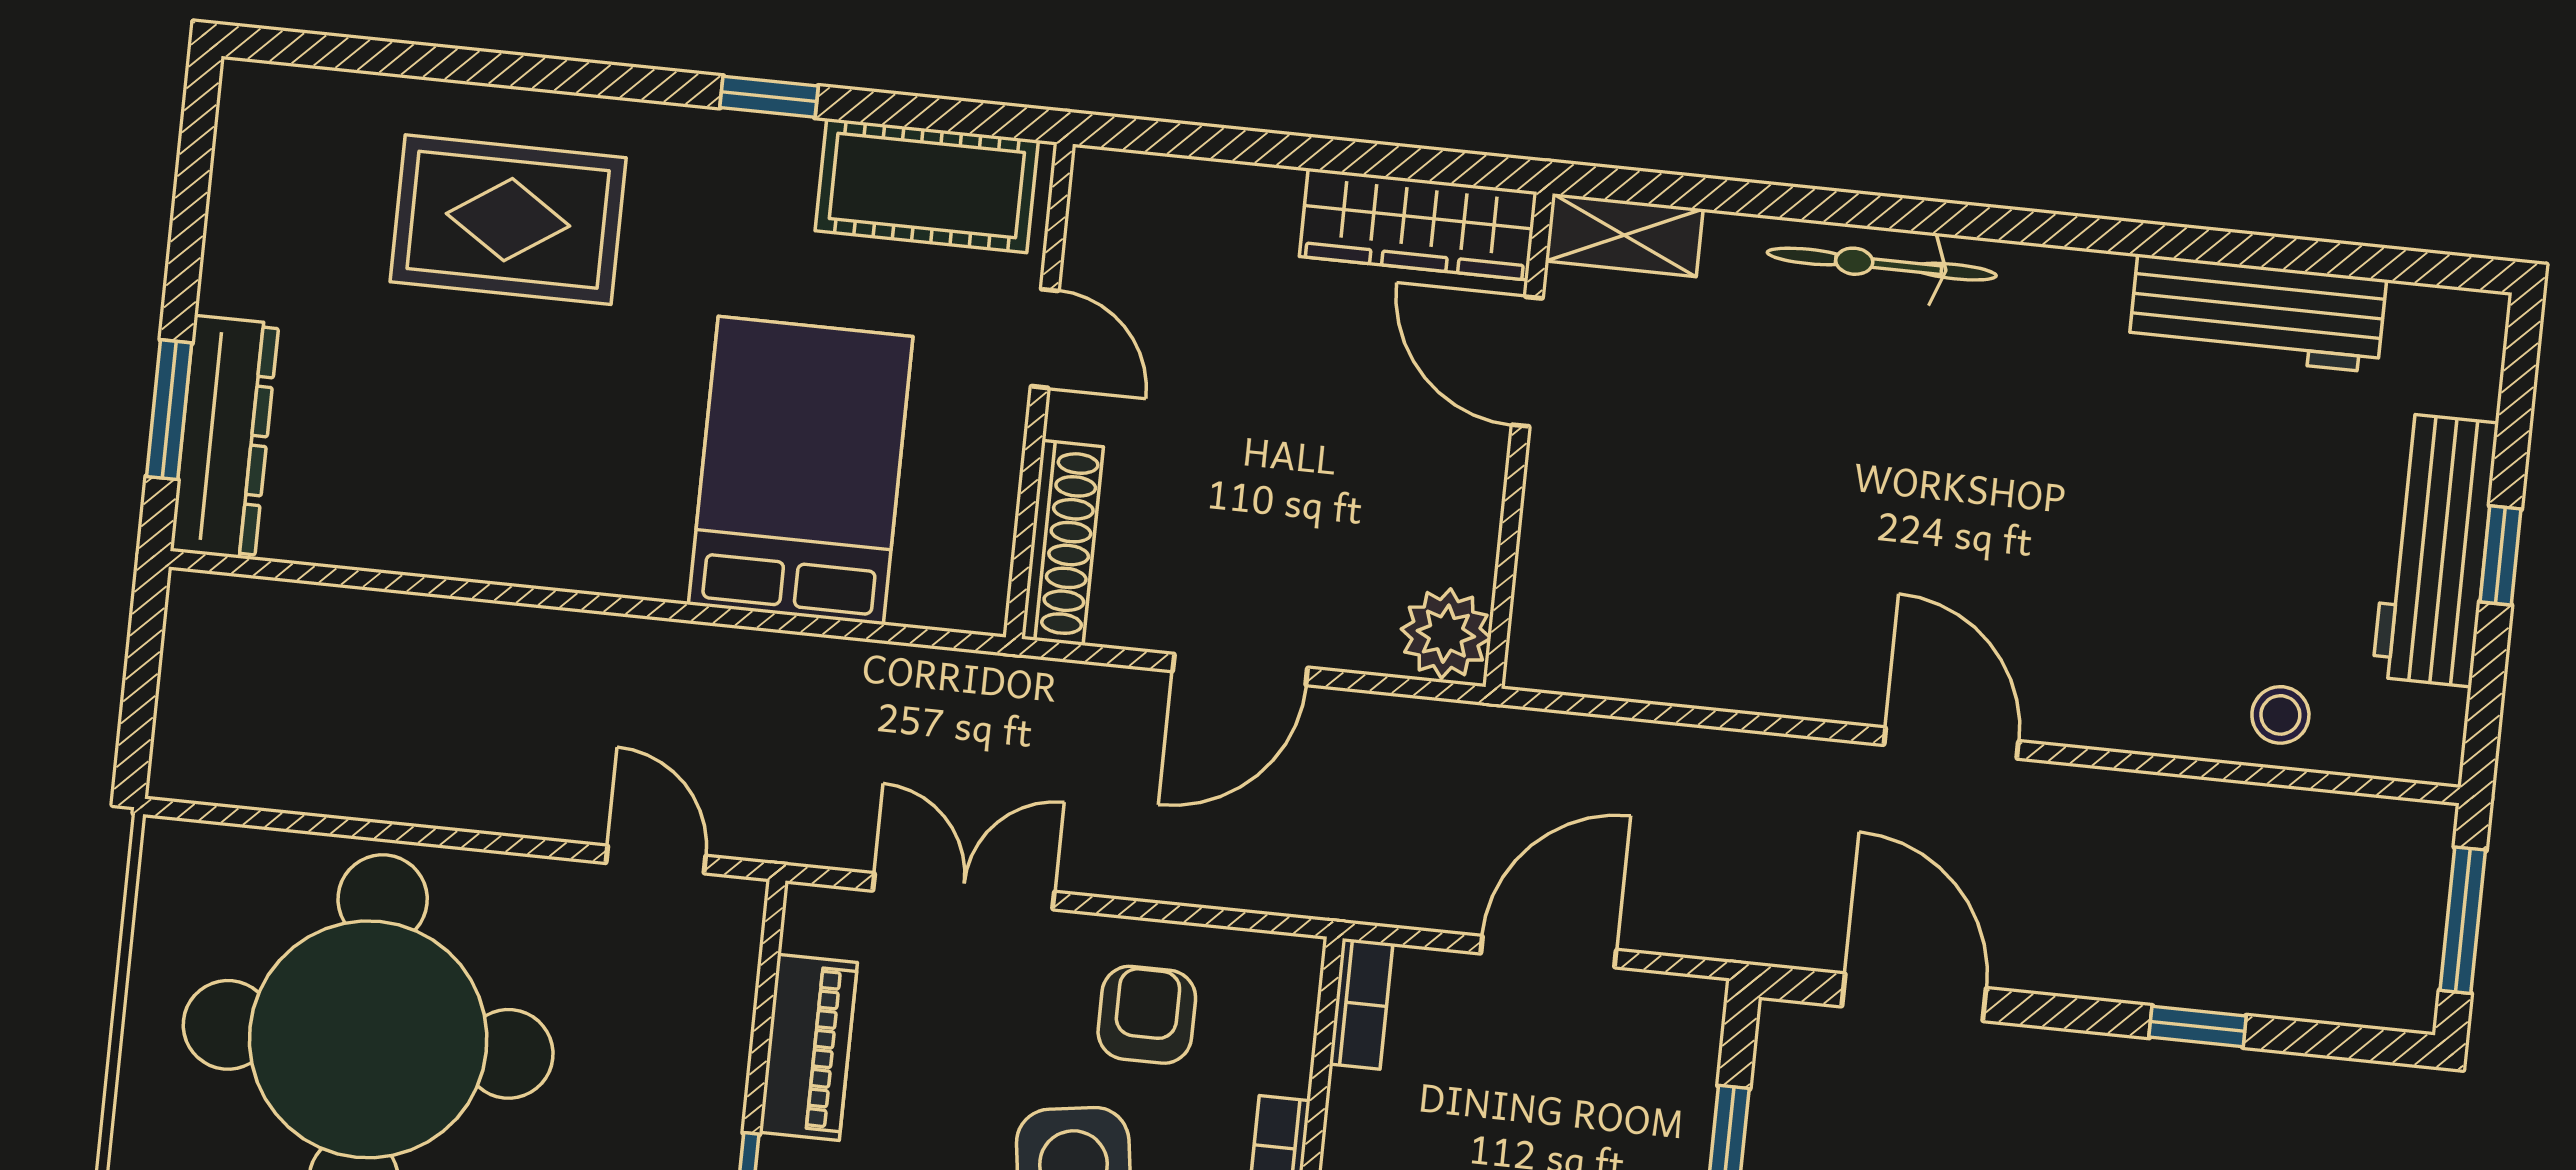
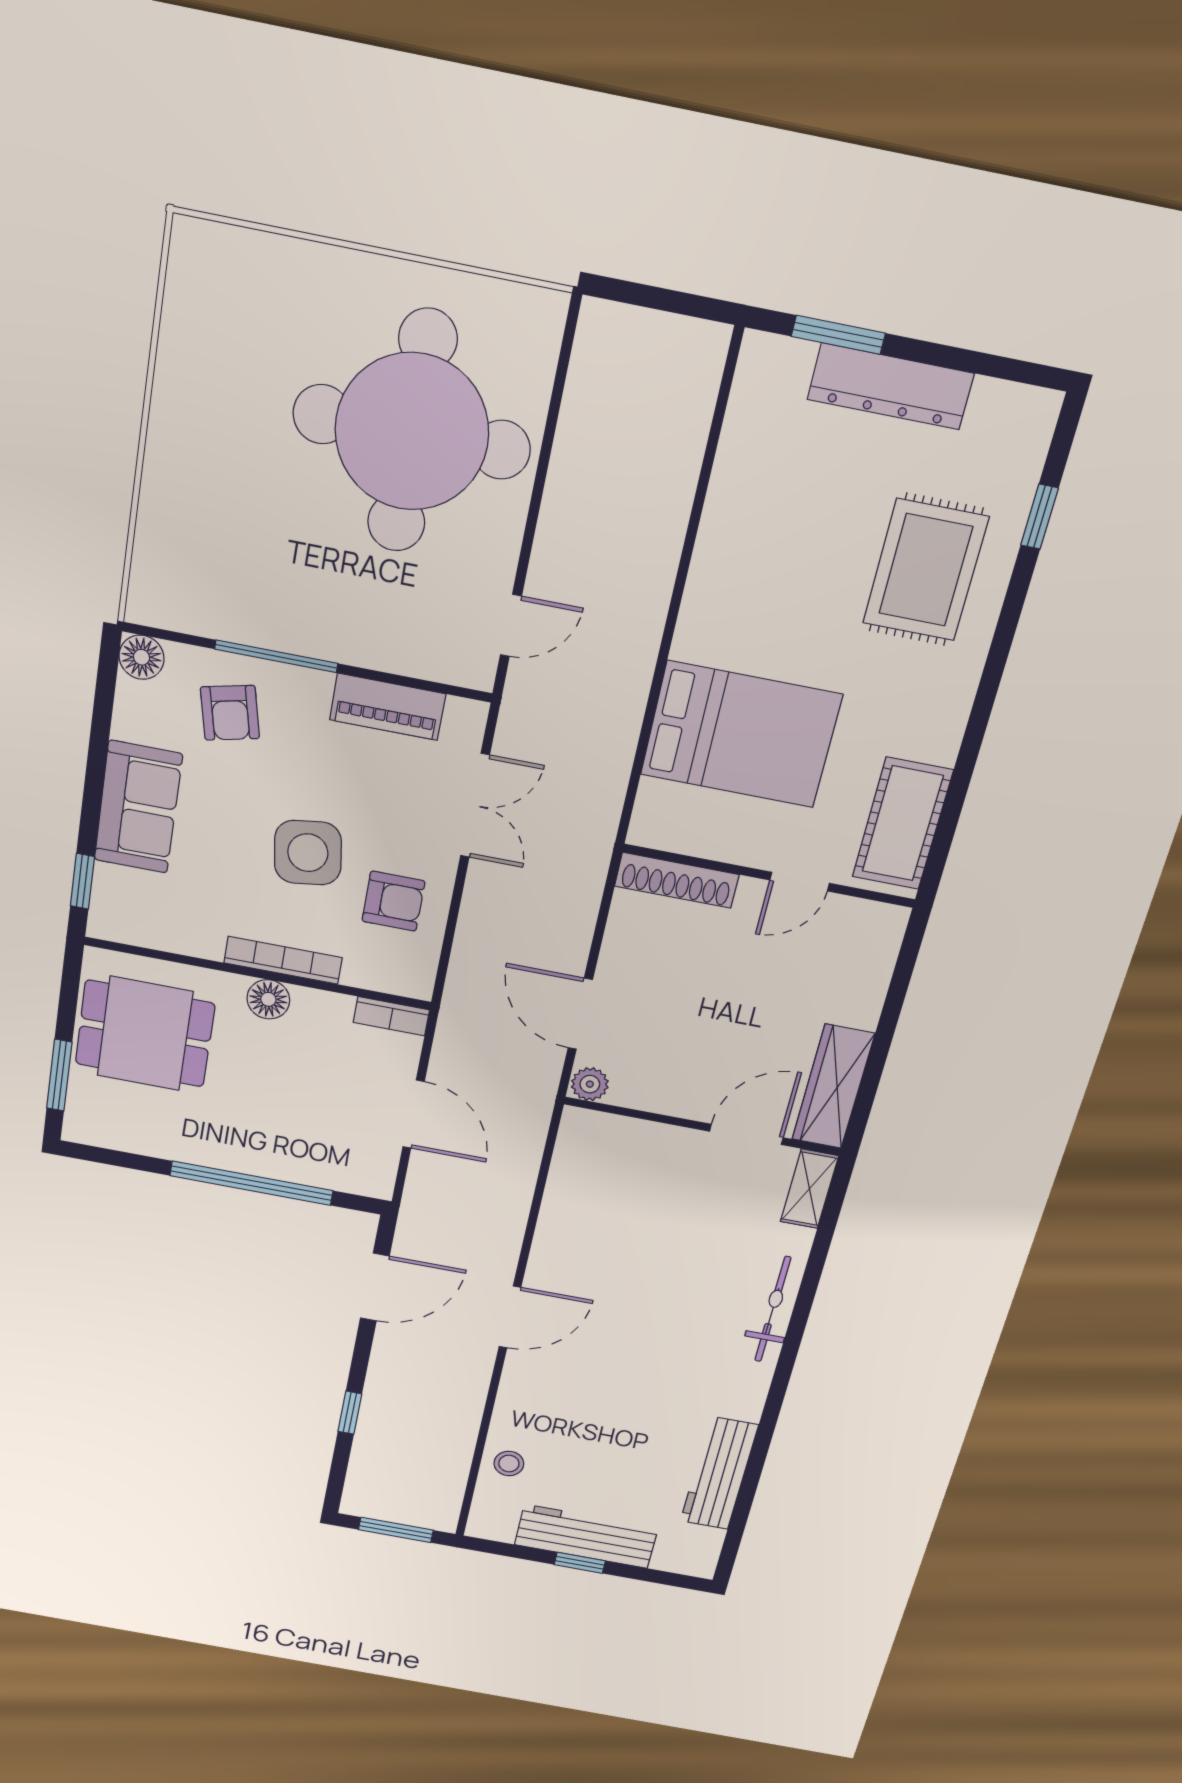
window: (769, 97) -> (1040, 517), moved
dresser: (224, 437) -> (891, 386), moved
plant: (1446, 634) -> (590, 1084), width x0.73, depth x0.73
door: (1240, 669) -> (580, 1014), moved

